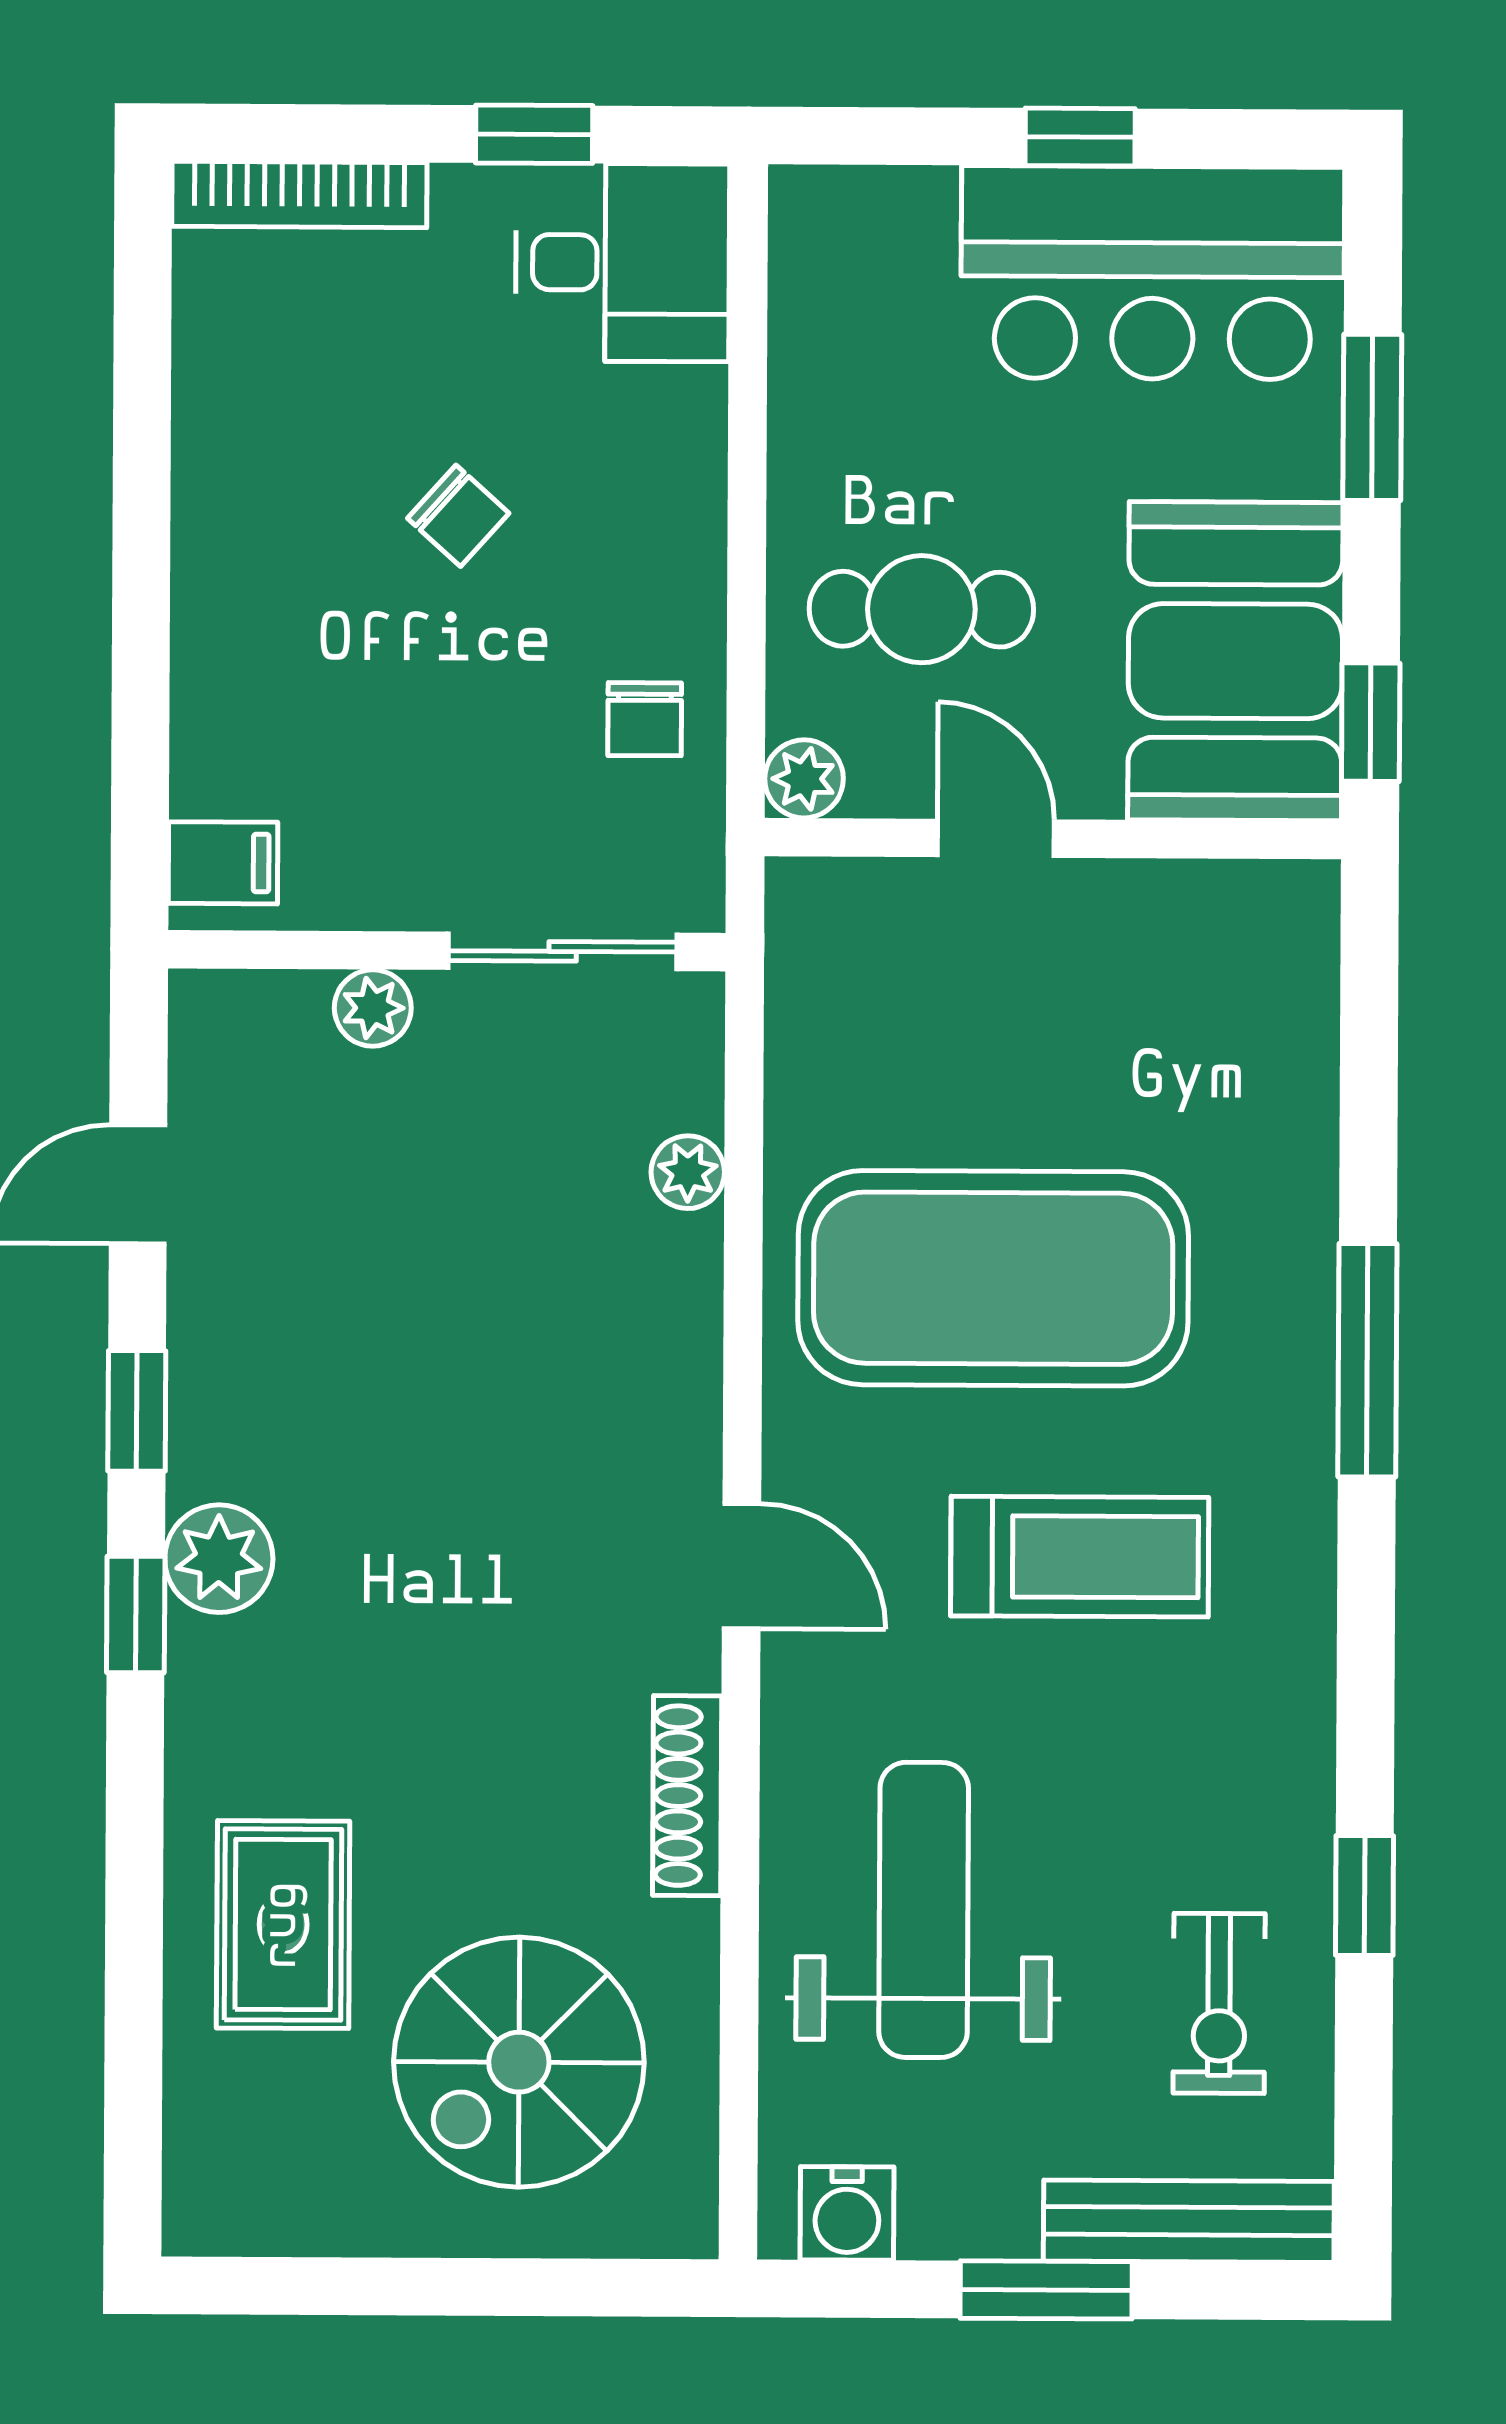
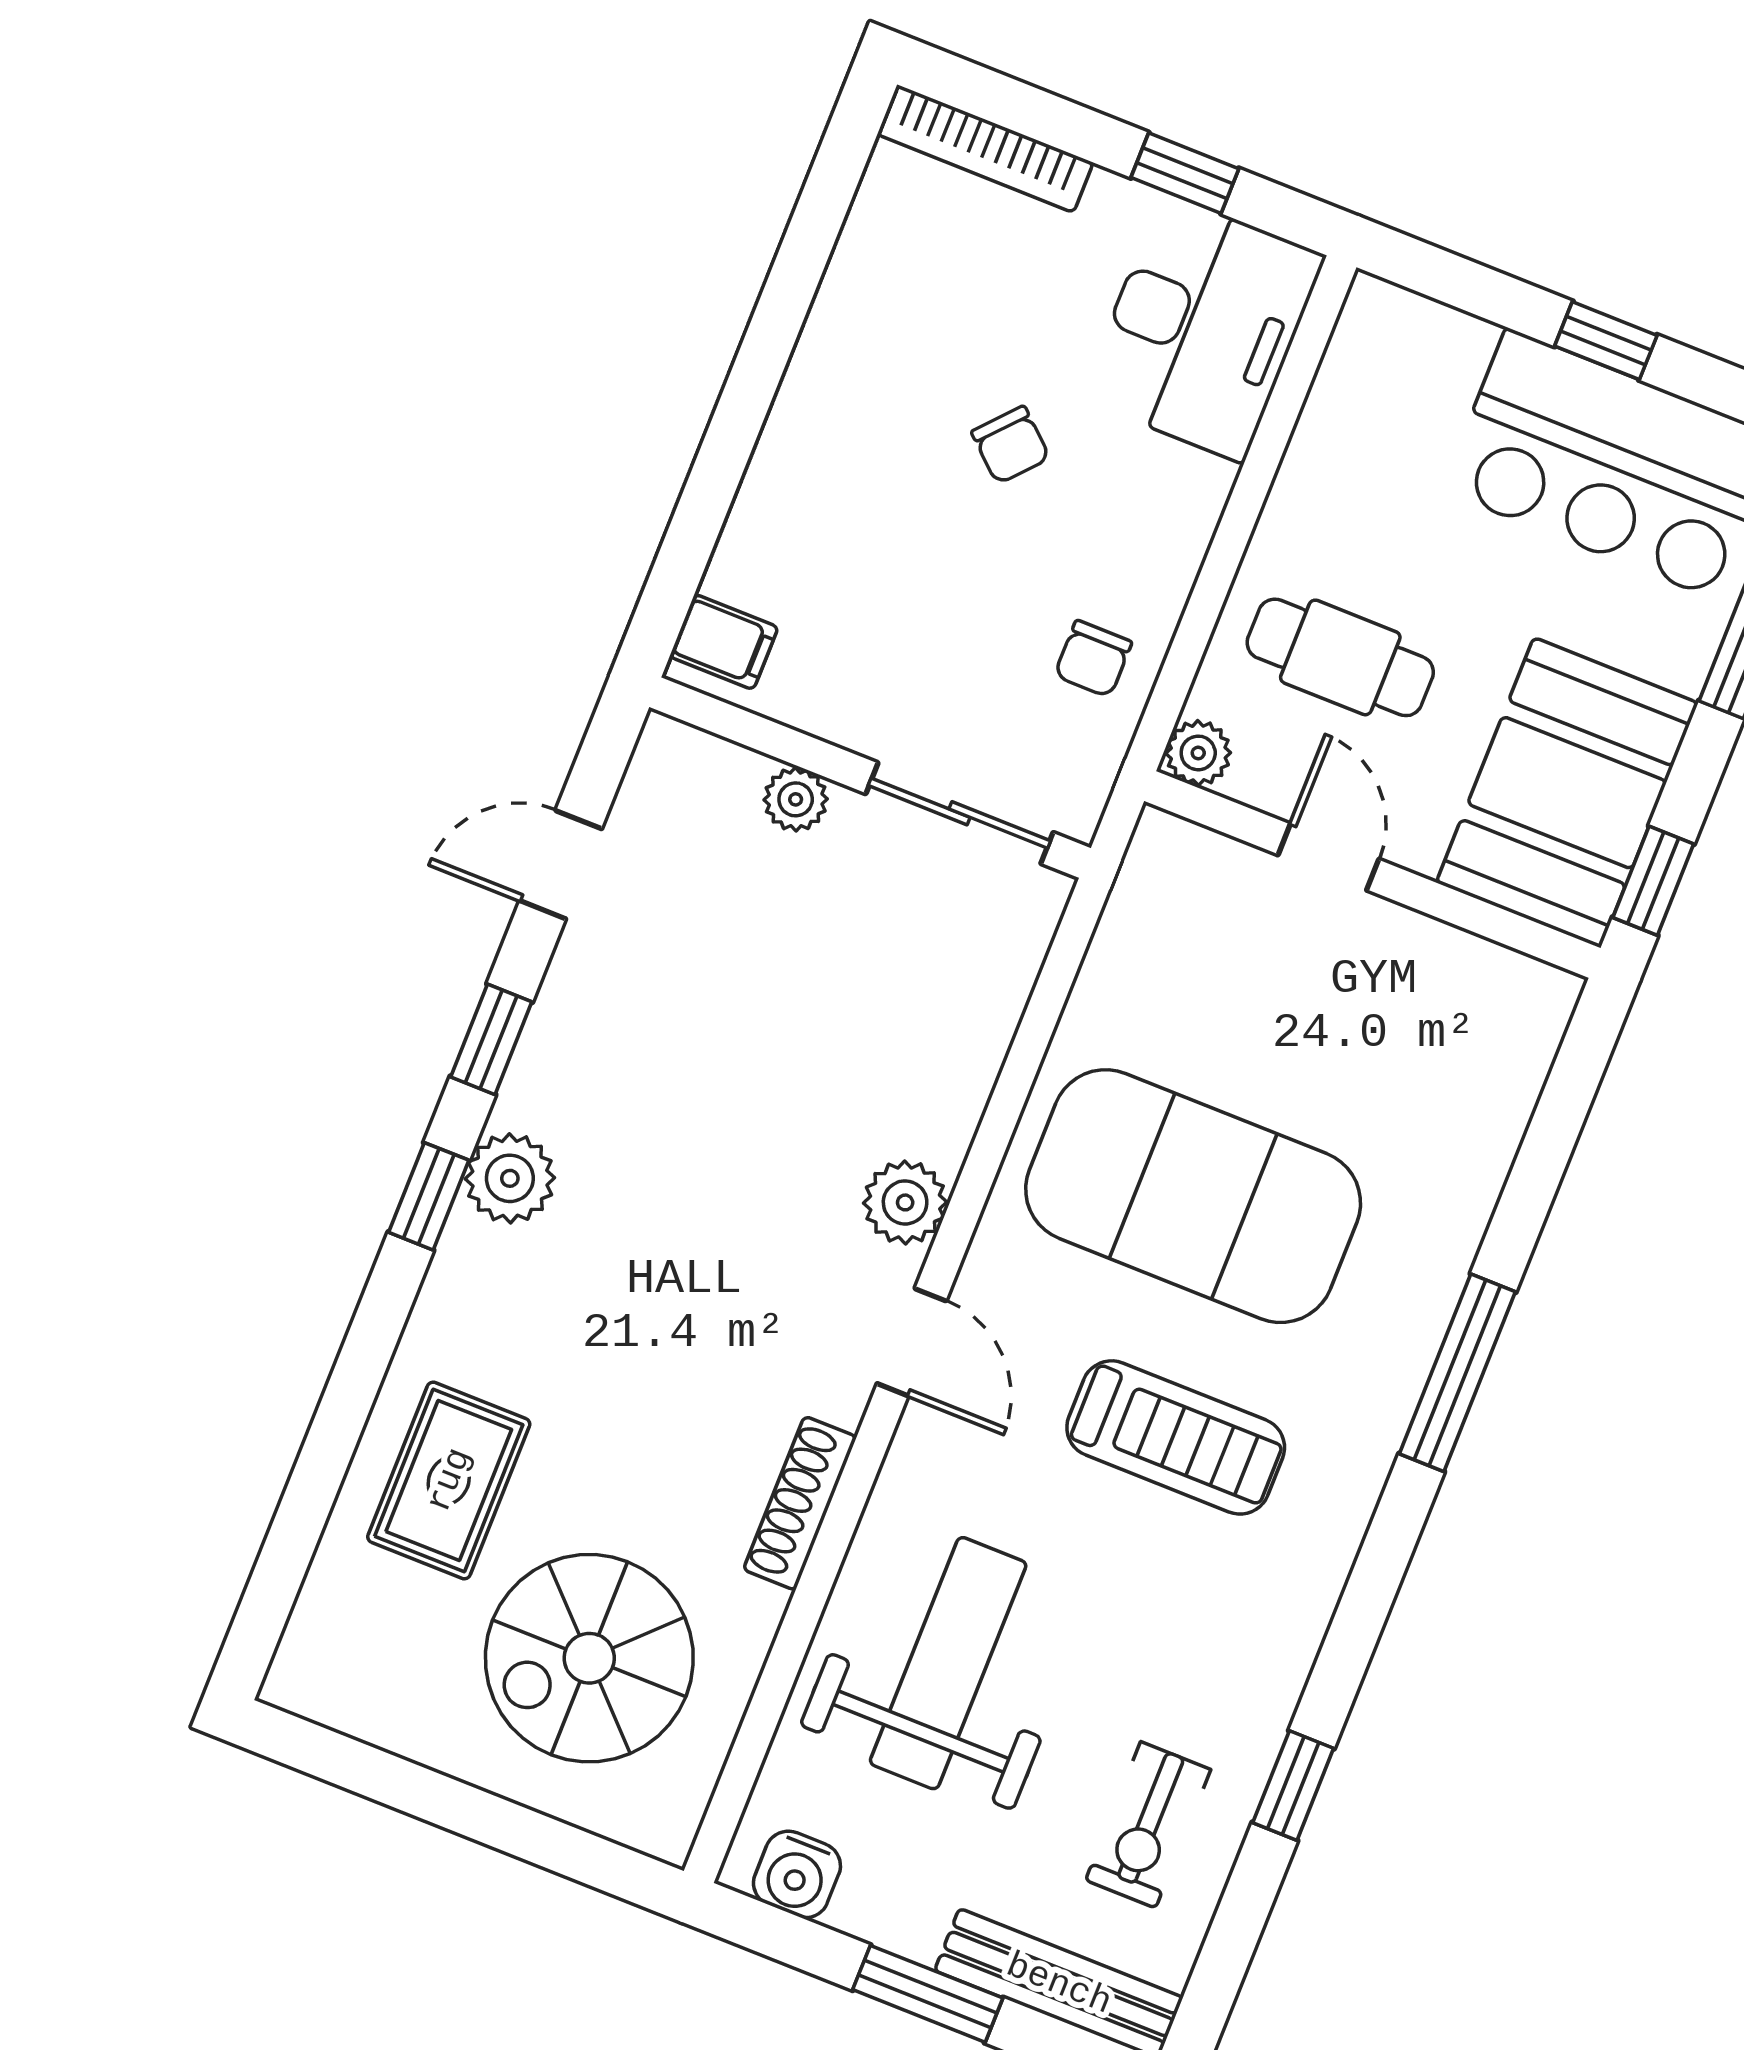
desk: (622, 262) -> (1203, 327), width x1.37
plant: (688, 1172) -> (905, 1202), moved, width x1.38, depth x1.38

